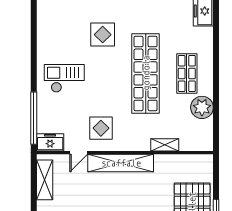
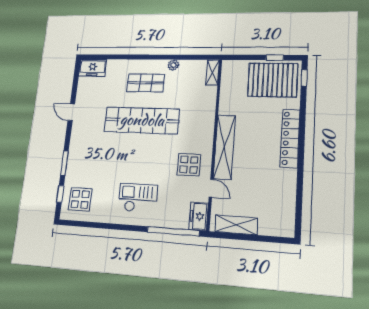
display table: (103, 35) -> (80, 199), moved
checkout: (64, 78) -> (138, 198), turned 90
plant: (202, 107) -> (173, 65), width x0.53, depth x0.53
shelving: (165, 145) -> (212, 73), moved

